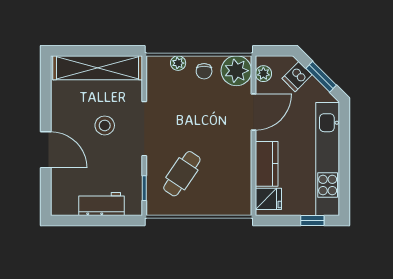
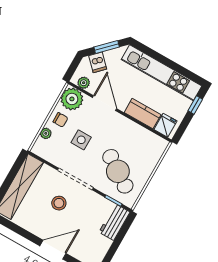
side table: (194, 109) -> (81, 140), added
cafe table: (182, 174) -> (118, 171), width x1.37, depth x1.35
workbench: (101, 204) -> (114, 222), moved

